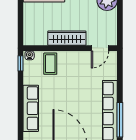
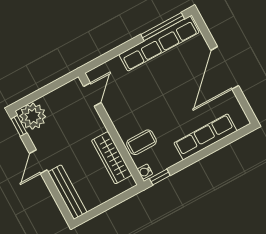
wardrobe: (67, 38) -> (112, 158), moved
door: (100, 48) -> (92, 94), hinge flipped

